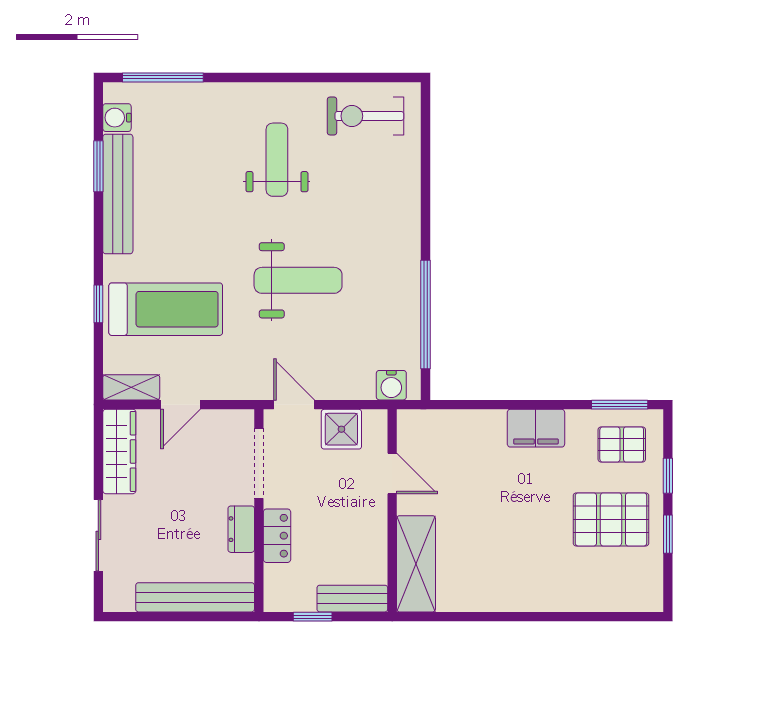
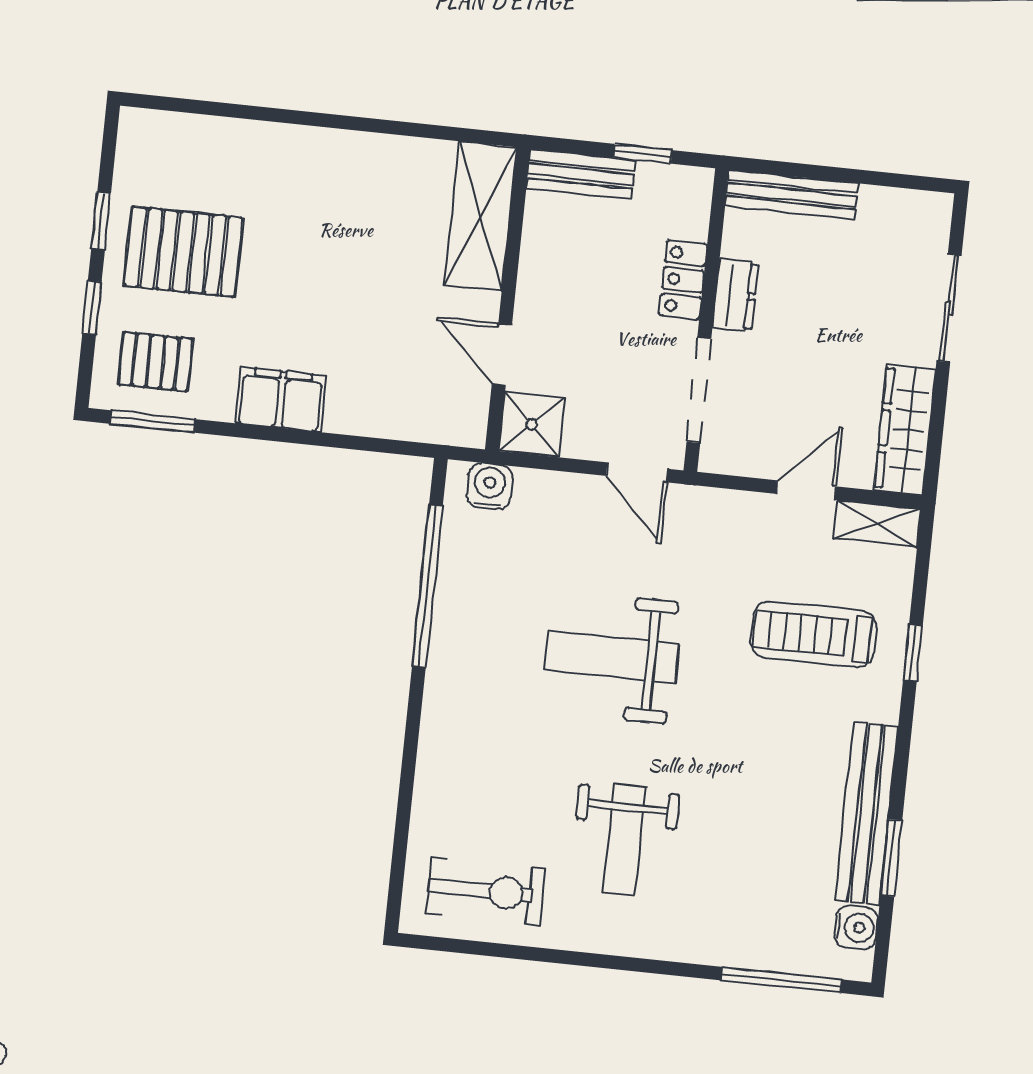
treadmill: (166, 309) -> (813, 634), width x0.73, depth x0.73
shower: (341, 429) -> (532, 424), moved
bench: (195, 597) -> (792, 195), width x0.73, depth x0.82

